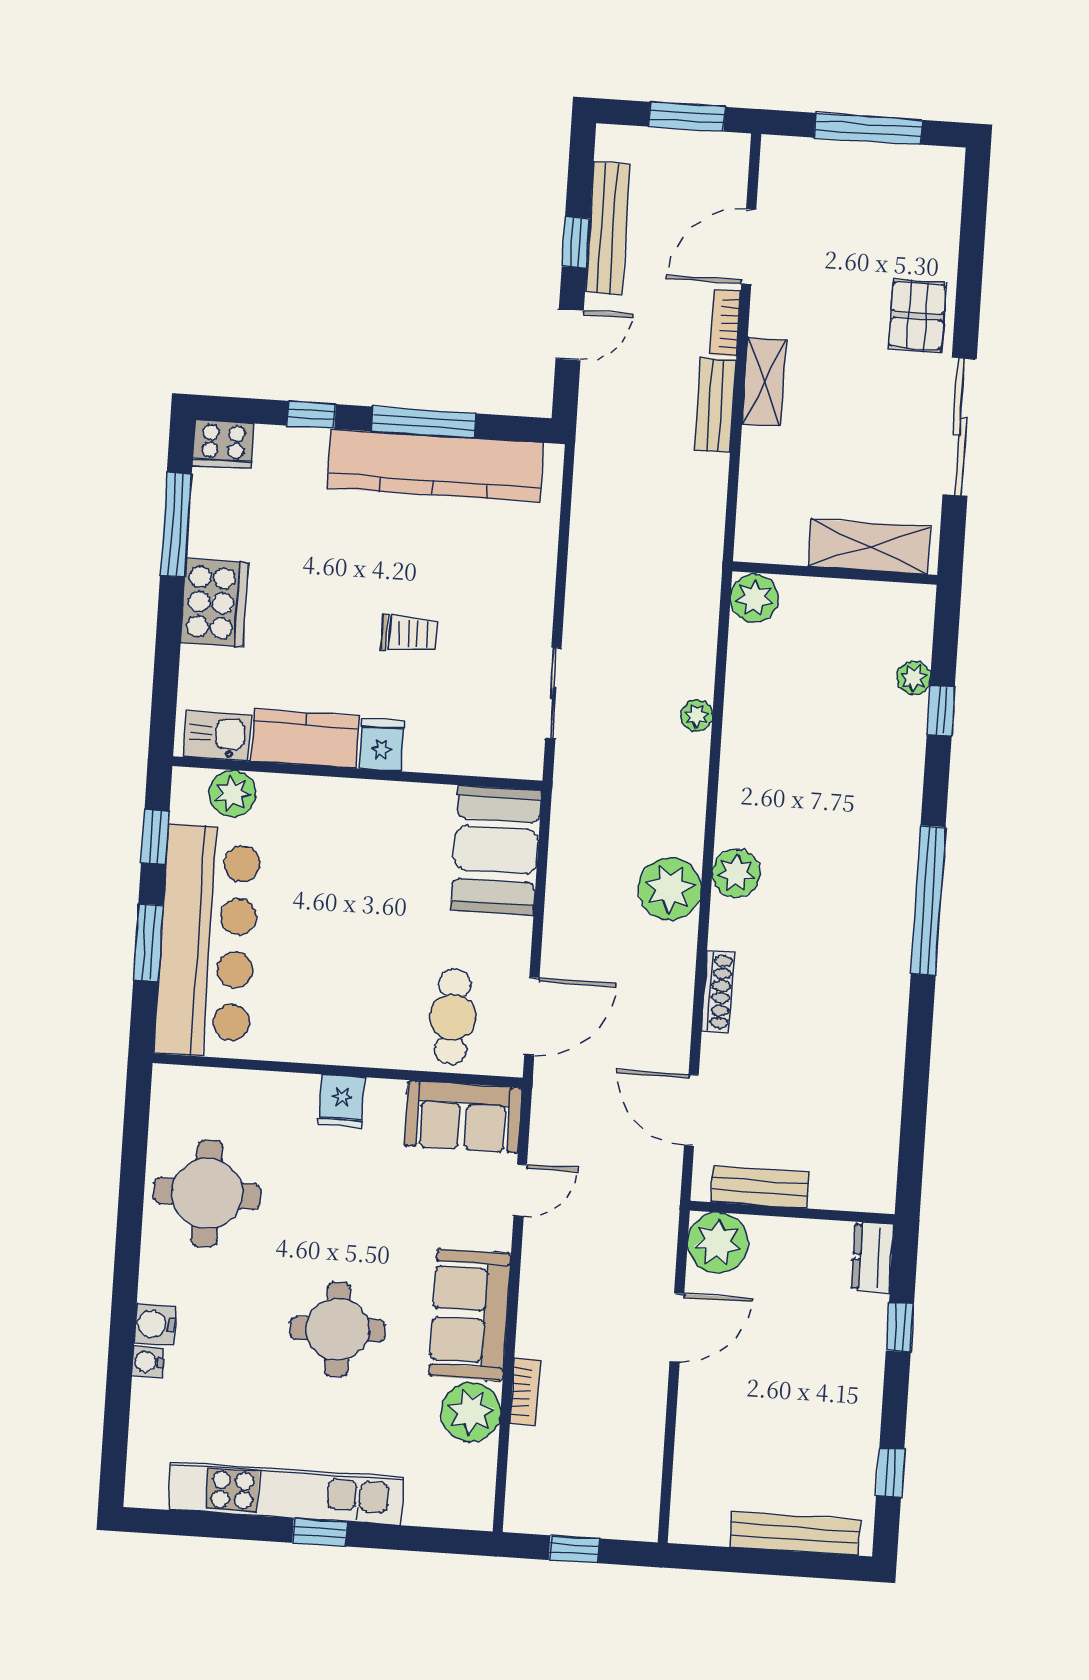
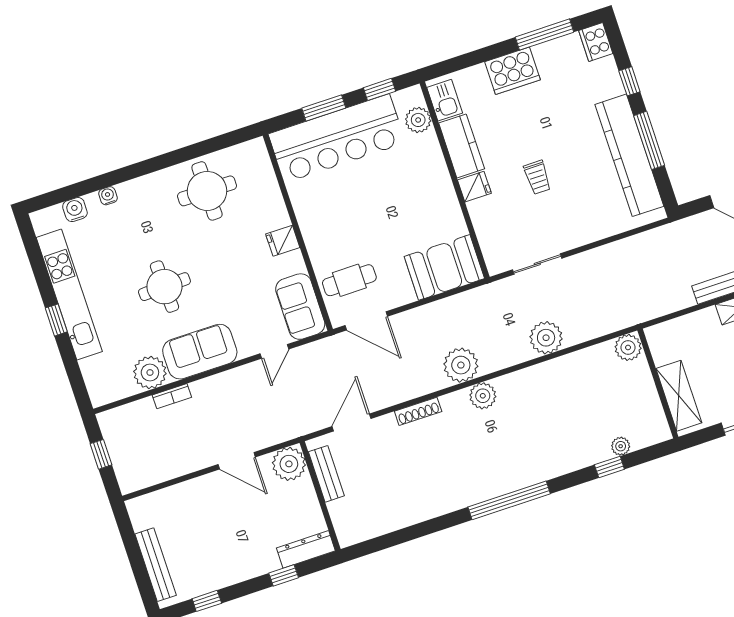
plant: (697, 715) -> (546, 338), width x1.88, depth x1.88
door: (520, 1190) -> (274, 351), hinge flipped
dresser: (873, 1257) -> (306, 549), width x1.44
water cooler: (155, 1324) -> (75, 210), moved

